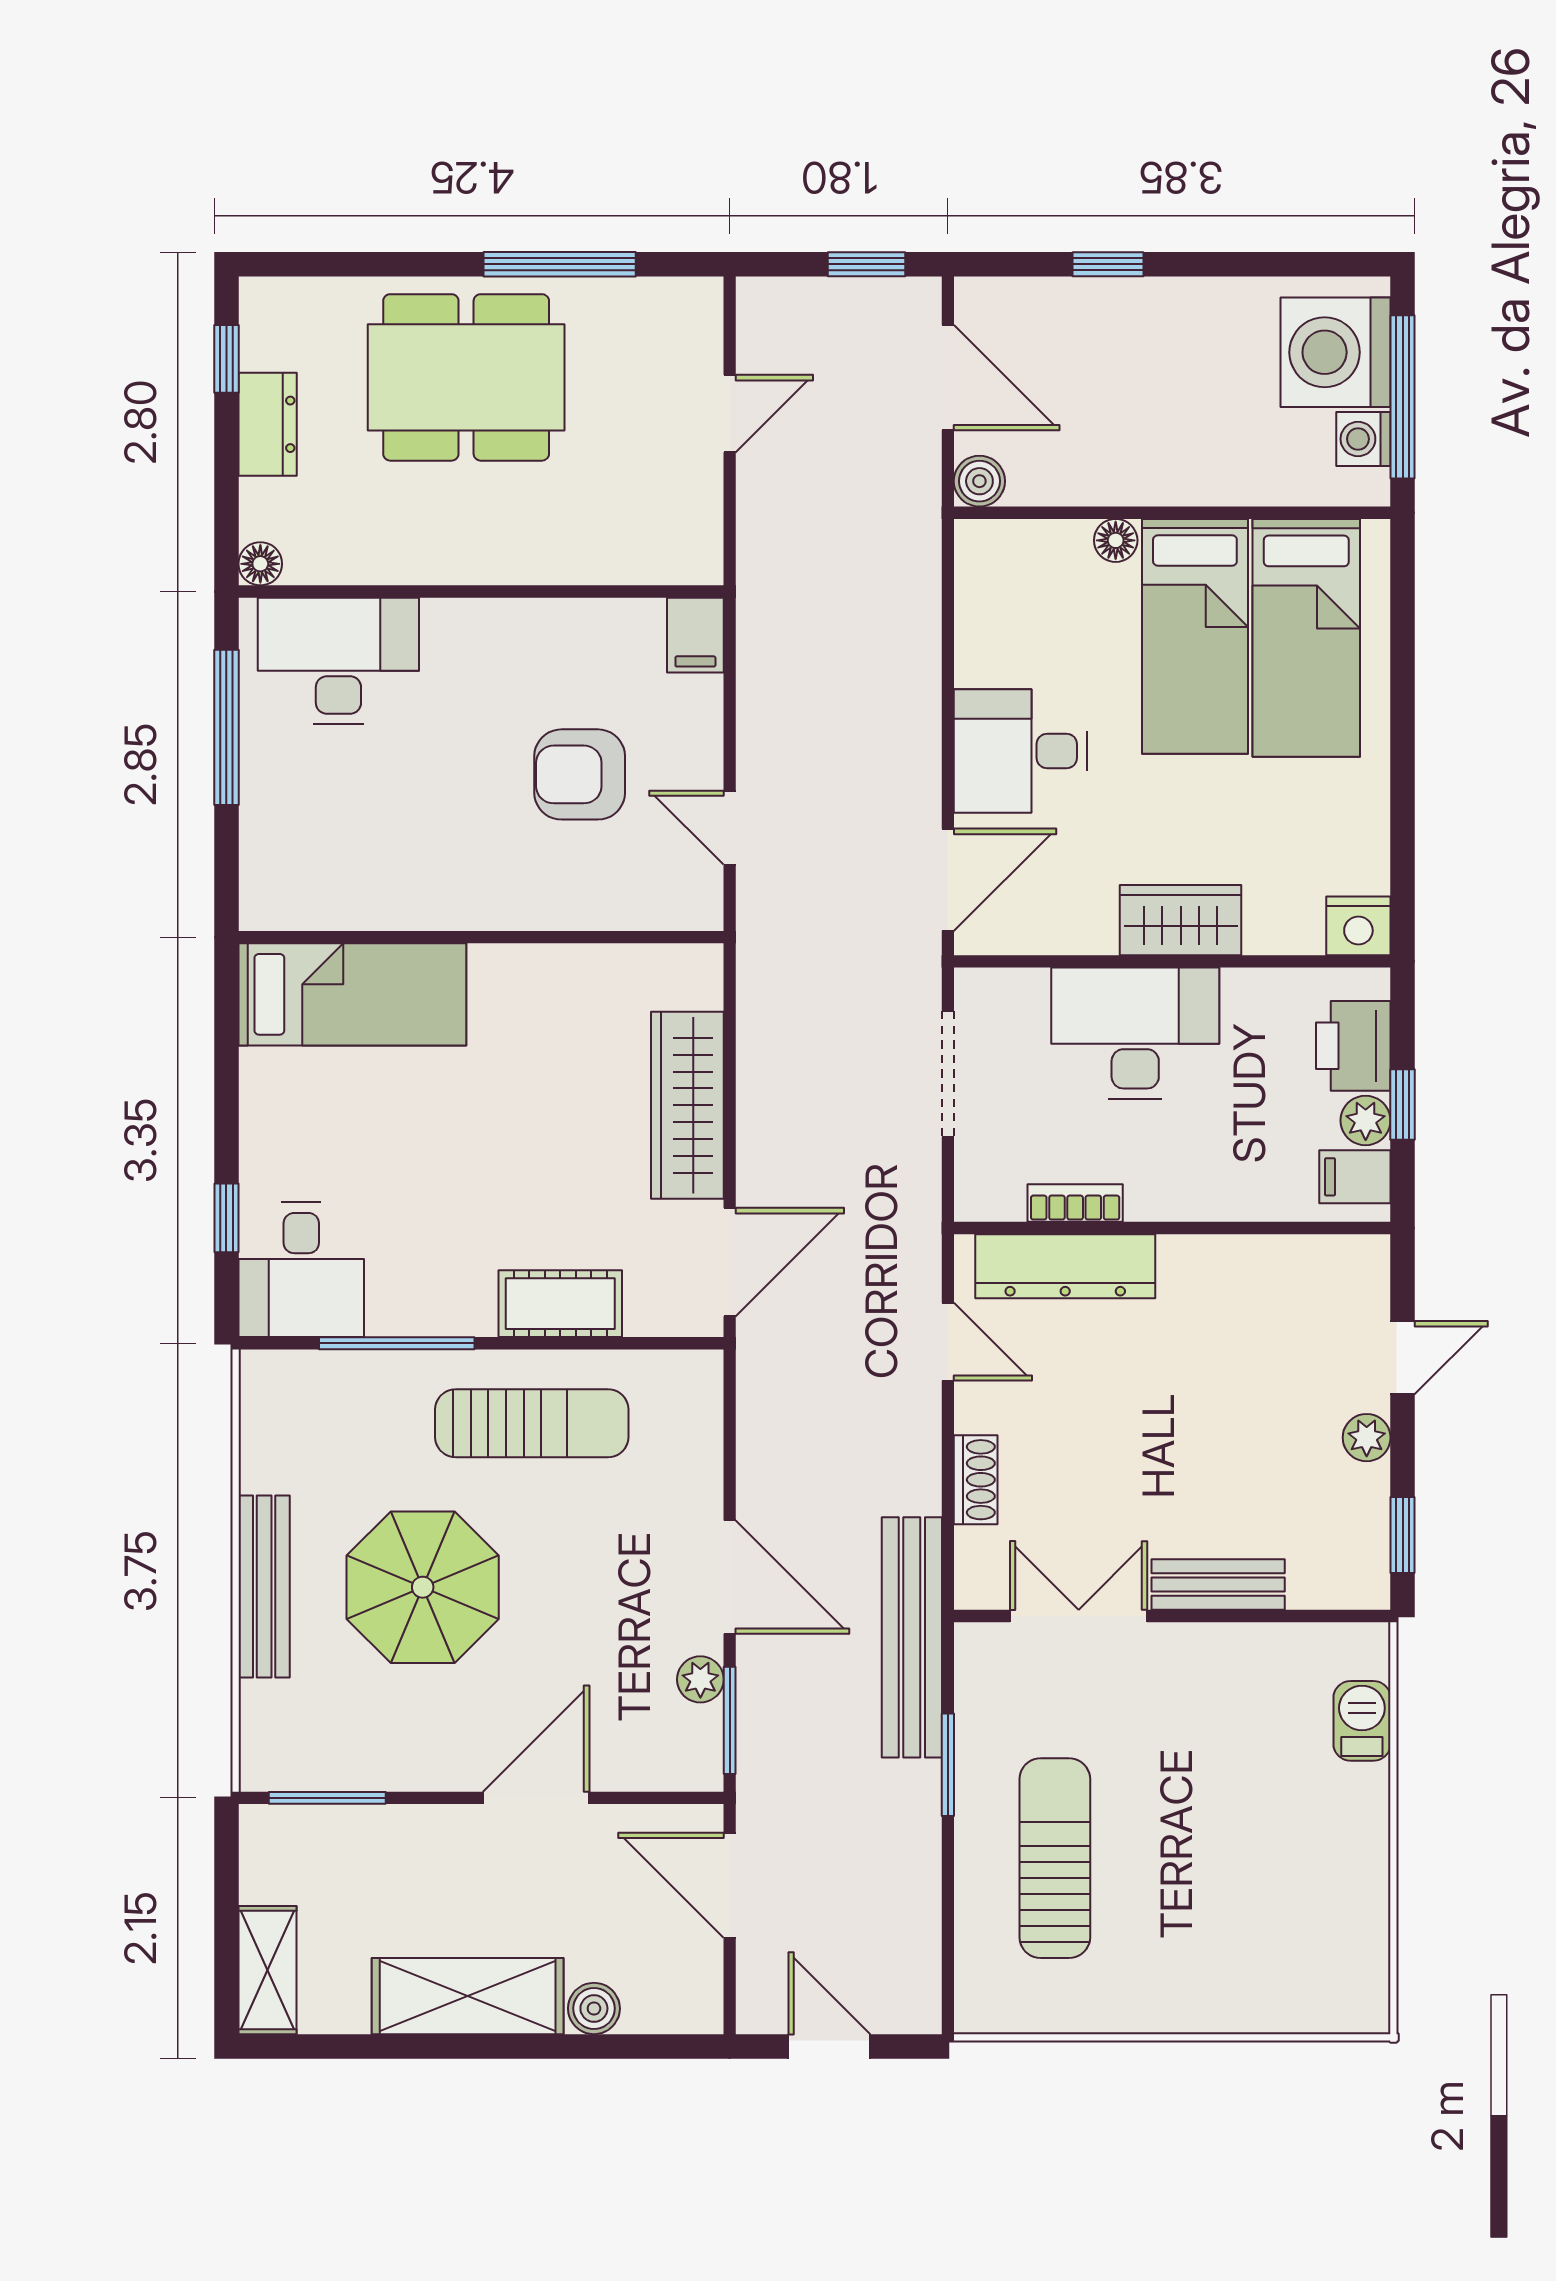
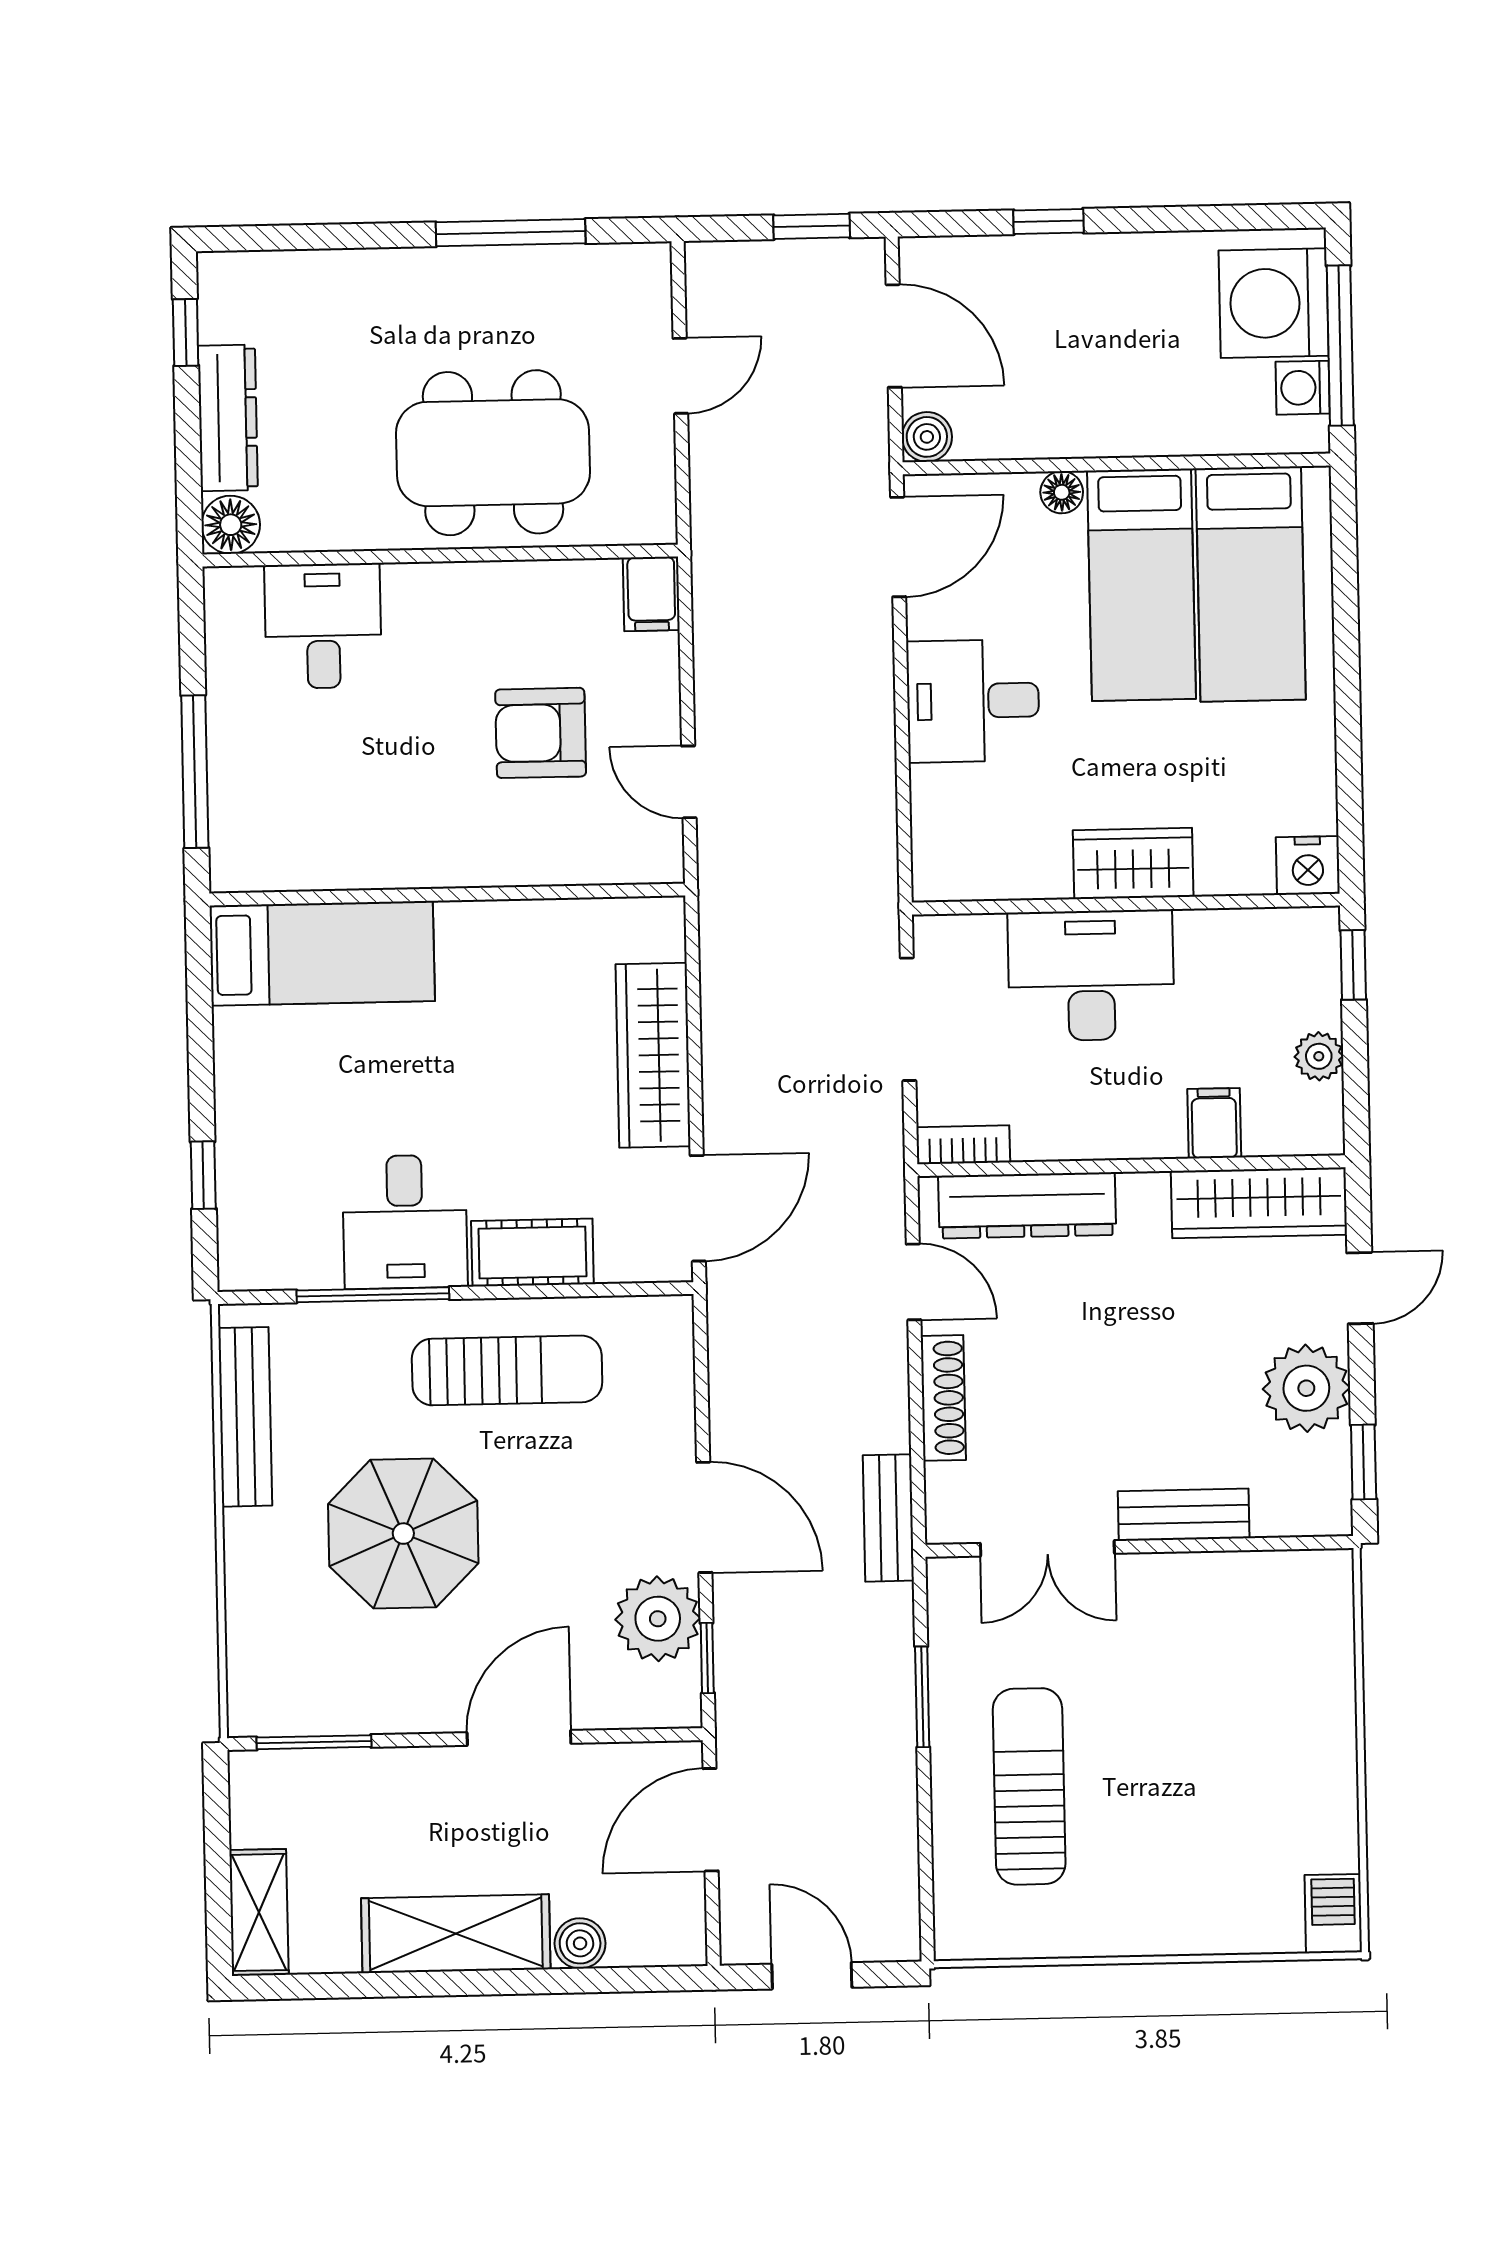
dining table: (466, 377) -> (493, 453), moved
dresser: (268, 424) -> (228, 418), width x1.44
floor lamp: (260, 564) -> (231, 525), width x1.37, depth x1.37
desk: (338, 661) -> (323, 626), width x0.73
window: (226, 727) -> (195, 772), moved
door: (948, 880) -> (898, 547), moved
printer: (1353, 1046) -> (1305, 983), removed
window: (1403, 1104) -> (1353, 965), moved
filing cabinet: (1355, 1177) -> (1214, 1123), moved, turned 90
bookcase: (1075, 1203) -> (963, 1145), moved
wardrobe: (1301, 1269) -> (1259, 1203), added
desk: (301, 1270) -> (405, 1222), moved
plant: (1367, 1438) -> (1306, 1388), width x1.87, depth x1.87
shoe rack: (976, 1480) -> (943, 1398), width x1.43
bench: (264, 1587) -> (245, 1417), moved
double door: (1079, 1616) -> (1047, 1548), swing flipped
bench: (912, 1637) -> (888, 1518), width x0.54, depth x0.82
plant: (700, 1679) -> (658, 1619), width x1.87, depth x1.87
window: (730, 1720) -> (707, 1658), width x0.67
barbecue: (1362, 1721) -> (1333, 1914), moved
door: (730, 1885) -> (711, 1820), hinge flipped

